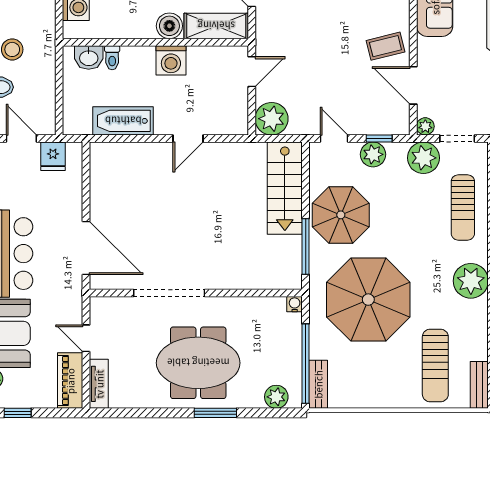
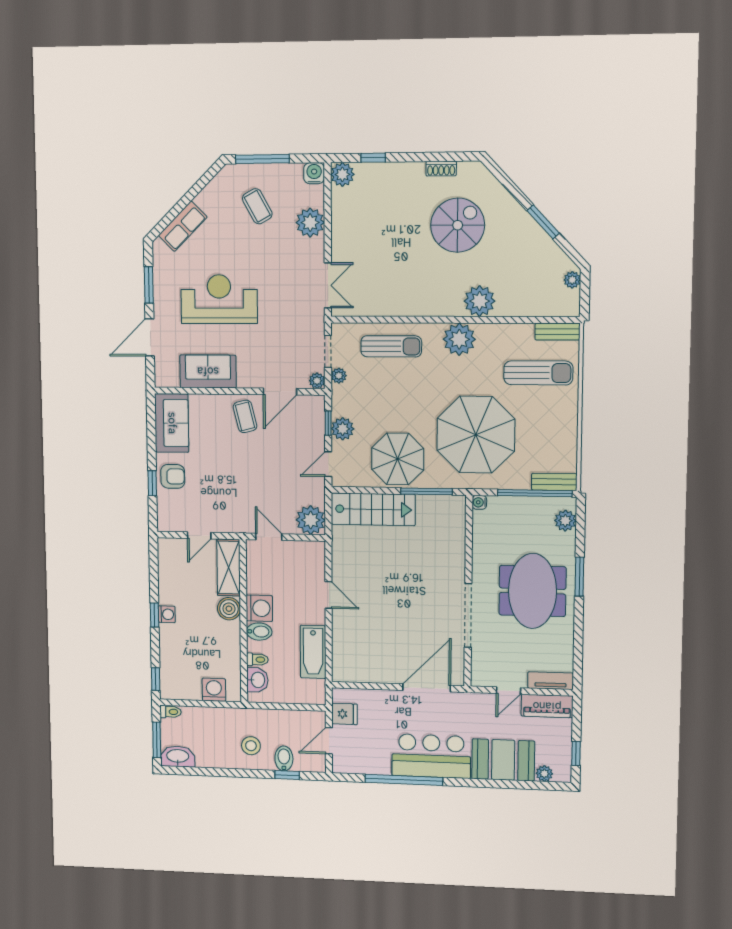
bidet: (144, 60) -> (259, 632), added
plant: (423, 158) -> (339, 376), width x0.53, depth x0.53

